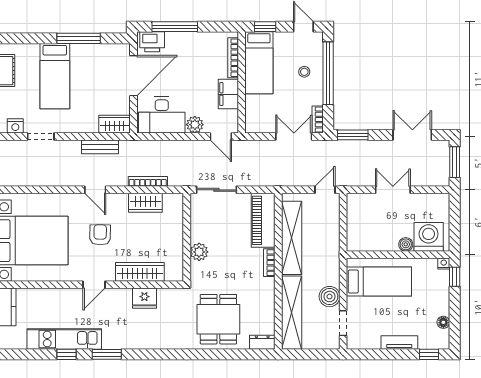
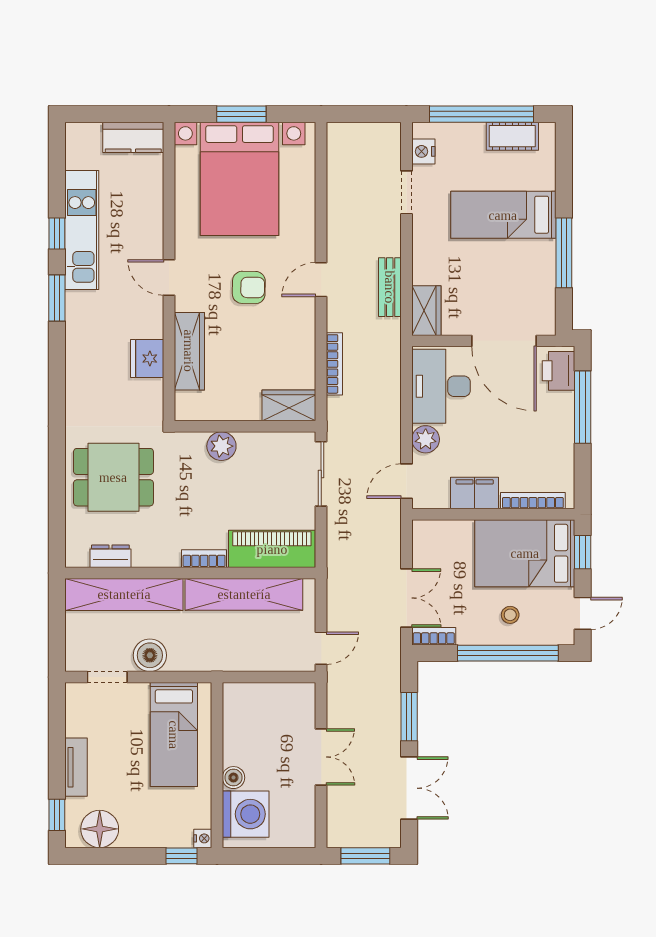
bed: (259, 63) -> (525, 553), width x1.50
window: (353, 135) -> (409, 717), moved
door: (325, 190) -> (321, 648), hinge flipped
wardrobe: (145, 203) -> (289, 405), moved, turned 90
floor lamp: (443, 322) -> (100, 829), width x1.89, depth x1.89
dresser: (262, 342) -> (110, 556), moved, turned -90

